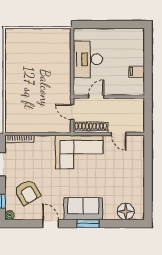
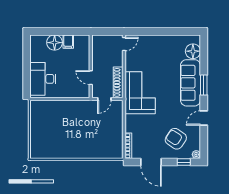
floor lamp: (136, 56) -> (55, 43), added
desk: (88, 59) -> (43, 79), moved, turned 90
door: (119, 134) -> (124, 44), moved
armchair: (27, 192) -> (176, 139), turned -115
sofa: (83, 209) -> (191, 83), width x1.36

